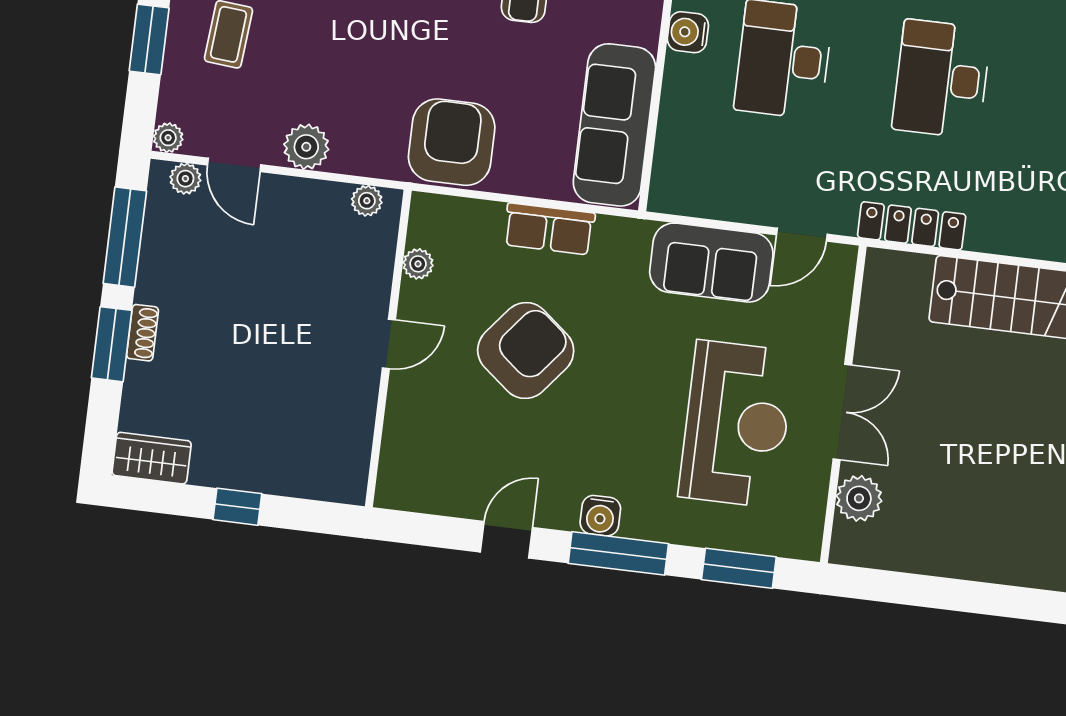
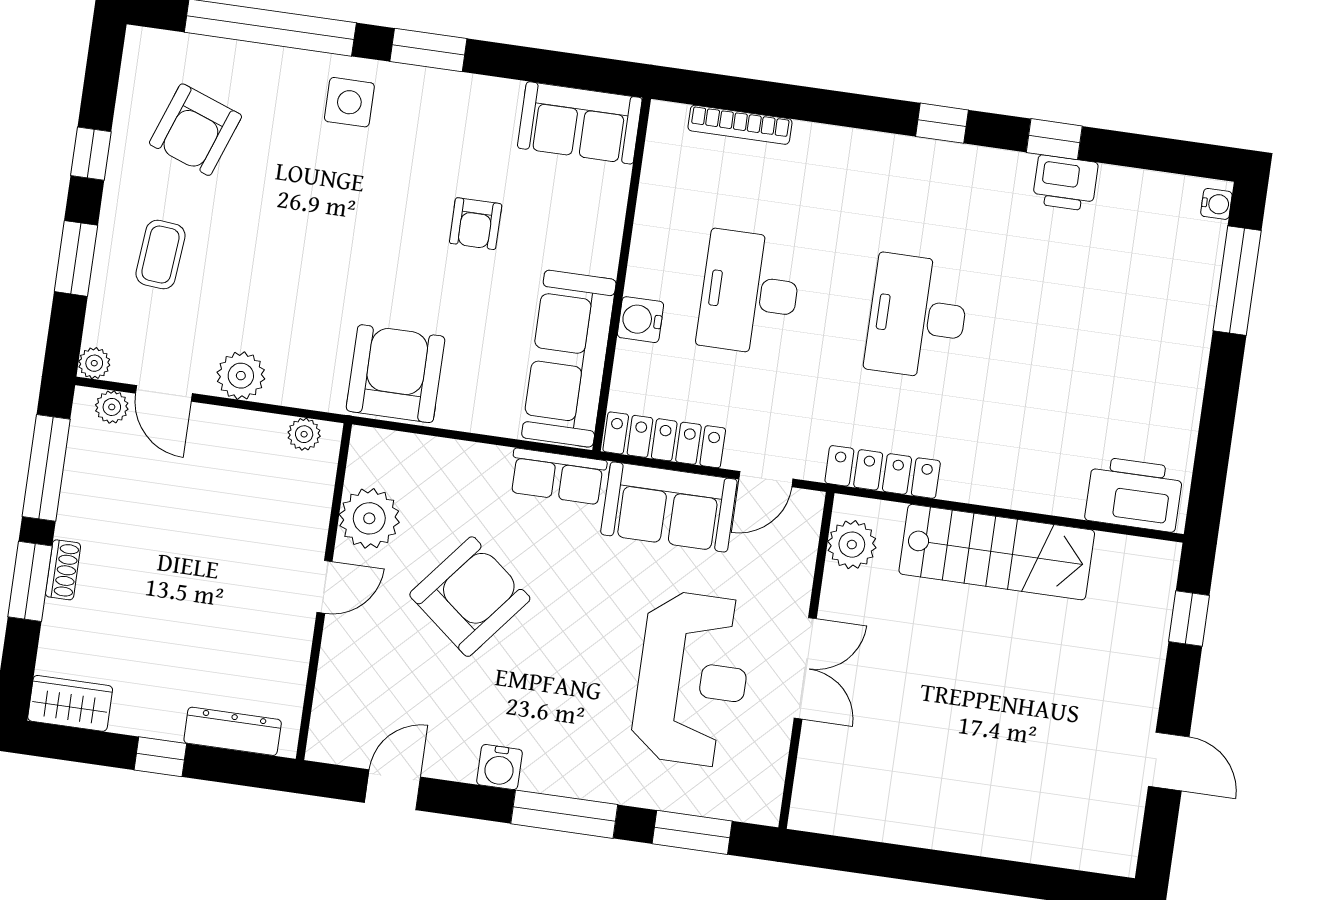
water cooler: (688, 32) -> (640, 320), moved
locker: (706, 200) -> (664, 440), added
row of seats: (549, 229) -> (558, 476), moved
plant: (418, 264) -> (369, 518), width x1.88, depth x1.88
dresser: (305, 481) -> (233, 731), added
plant: (859, 498) -> (852, 545), moved
water cooler: (600, 516) -> (499, 767), moved
door: (506, 540) -> (393, 790), moved

